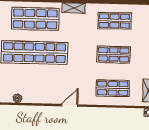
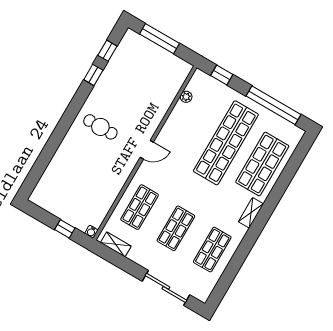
door: (70, 105) -> (147, 150), hinge flipped

